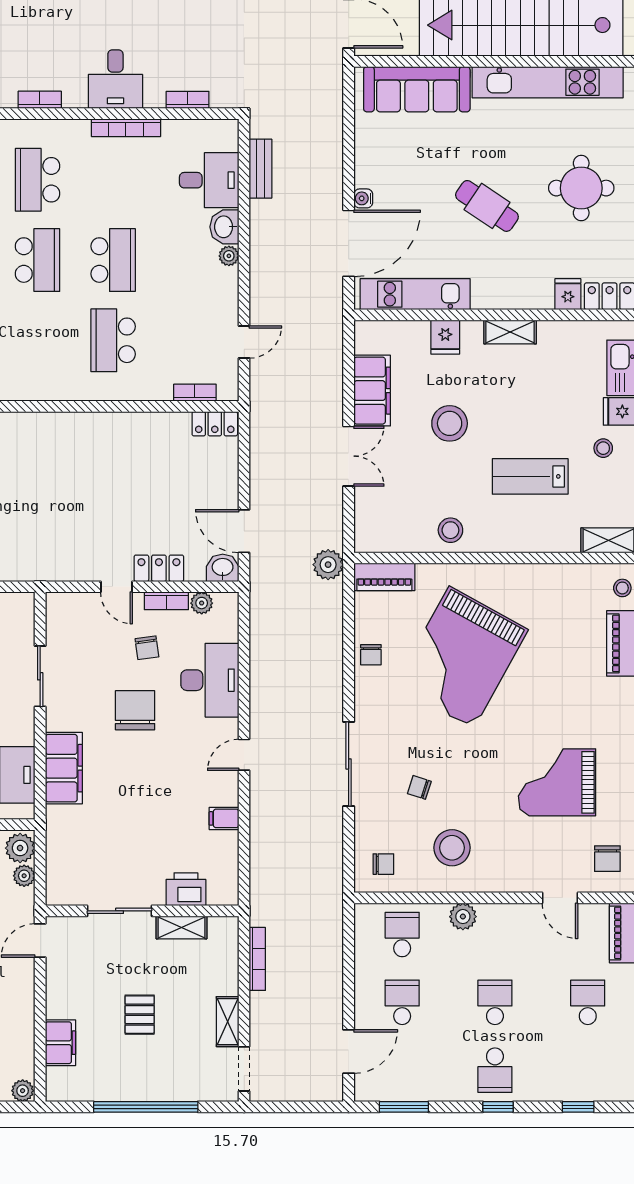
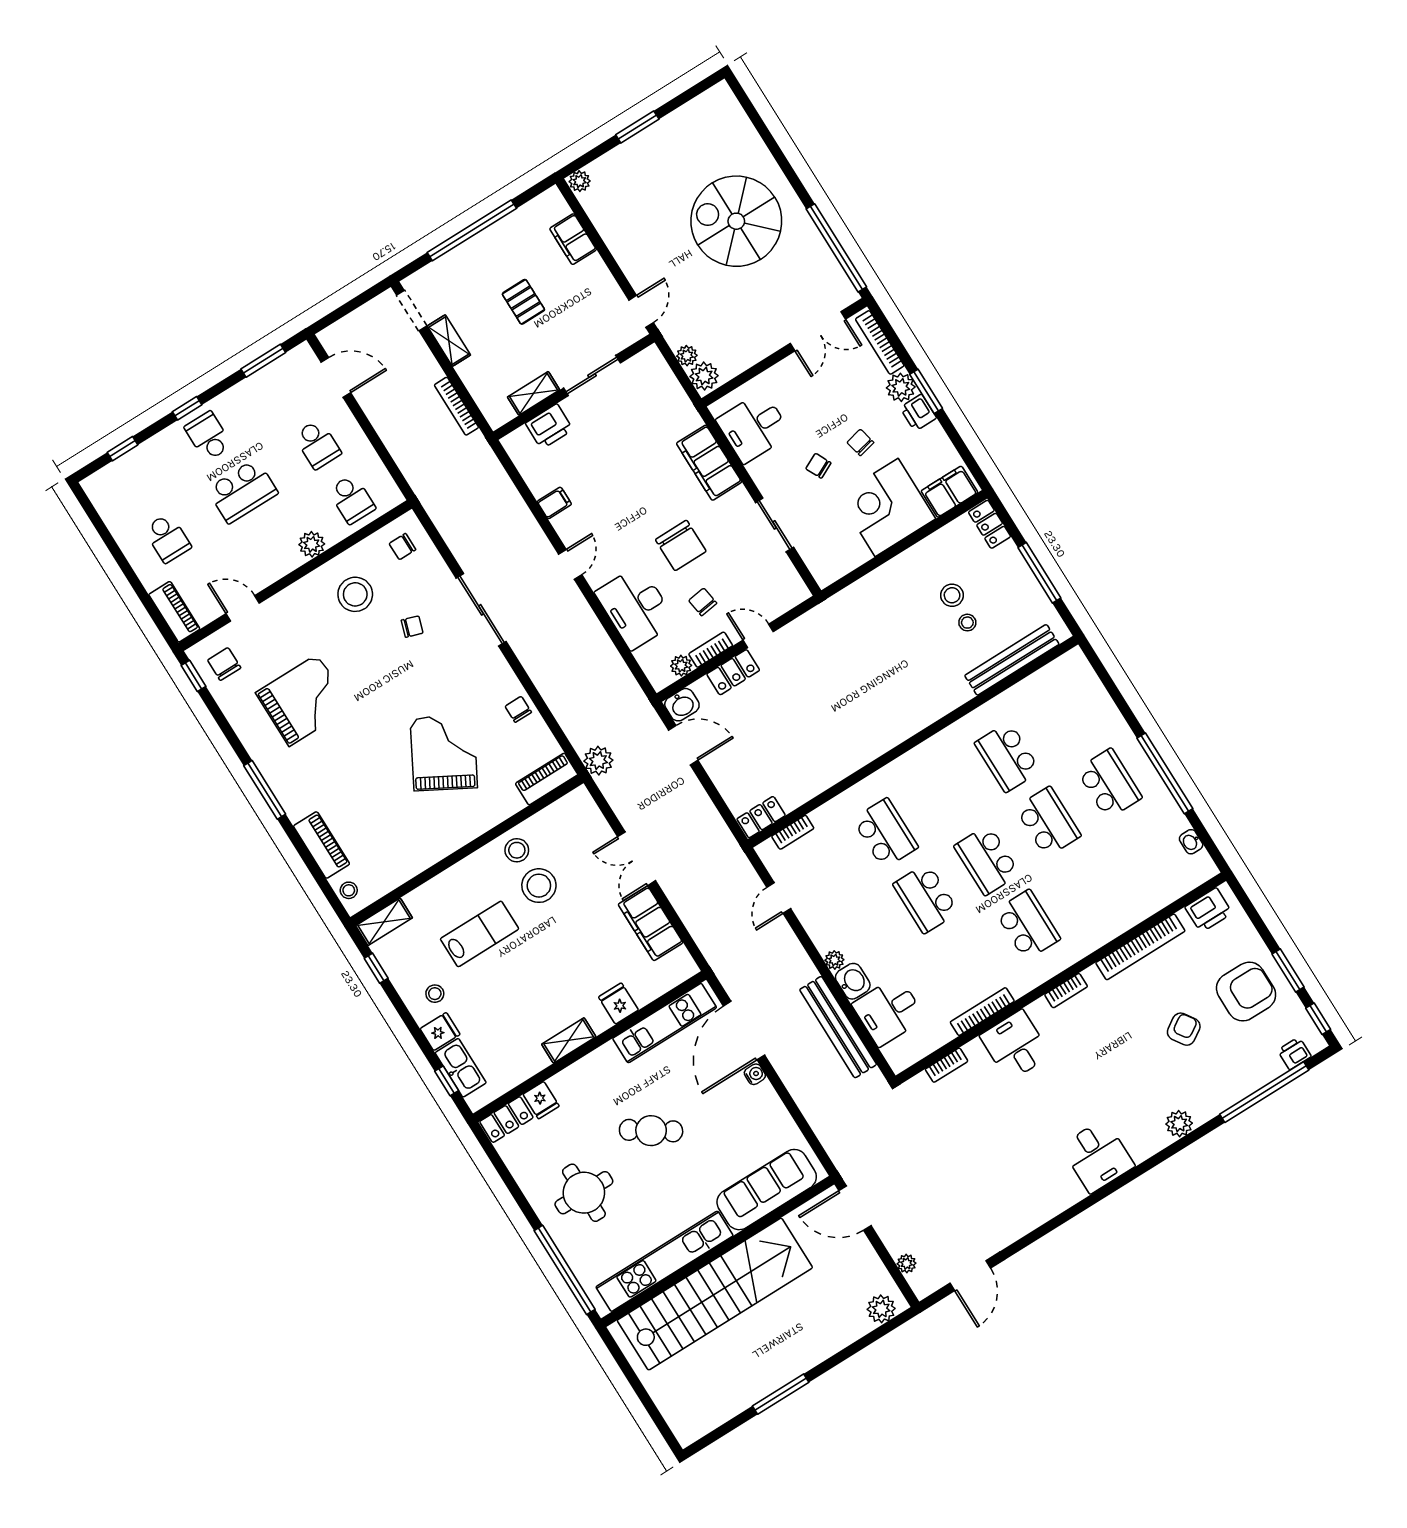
bench: (261, 169) -> (838, 1027), width x1.86, depth x1.21
stool: (450, 423) -> (539, 886), moved
grand piano: (461, 657) -> (444, 753), width x0.73, depth x0.68
school desk: (495, 1002) -> (242, 491), width x1.85
door: (349, 1052) -> (336, 377), swing flipped

